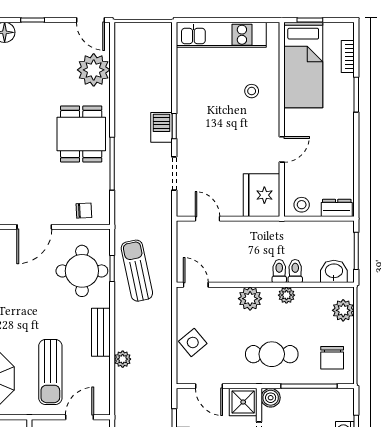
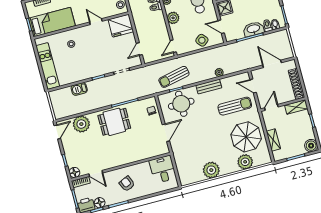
barbecue: (162, 127) -> (79, 89), moved
door: (34, 227) -> (166, 133), hinge flipped
door: (209, 386) -> (221, 27), swing flipped

